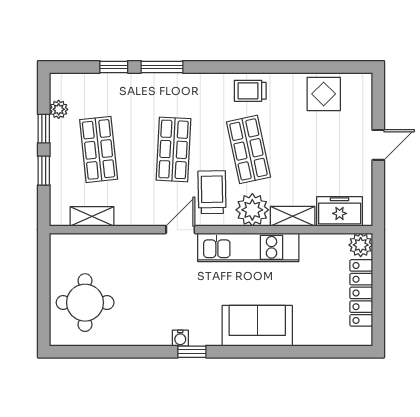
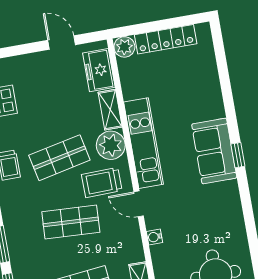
door: (378, 145) -> (62, 42), moved
sofa: (257, 326) -> (214, 151), moved
water cooler: (180, 338) -> (154, 237), moved, turned 180
window: (192, 352) -> (238, 155), moved

